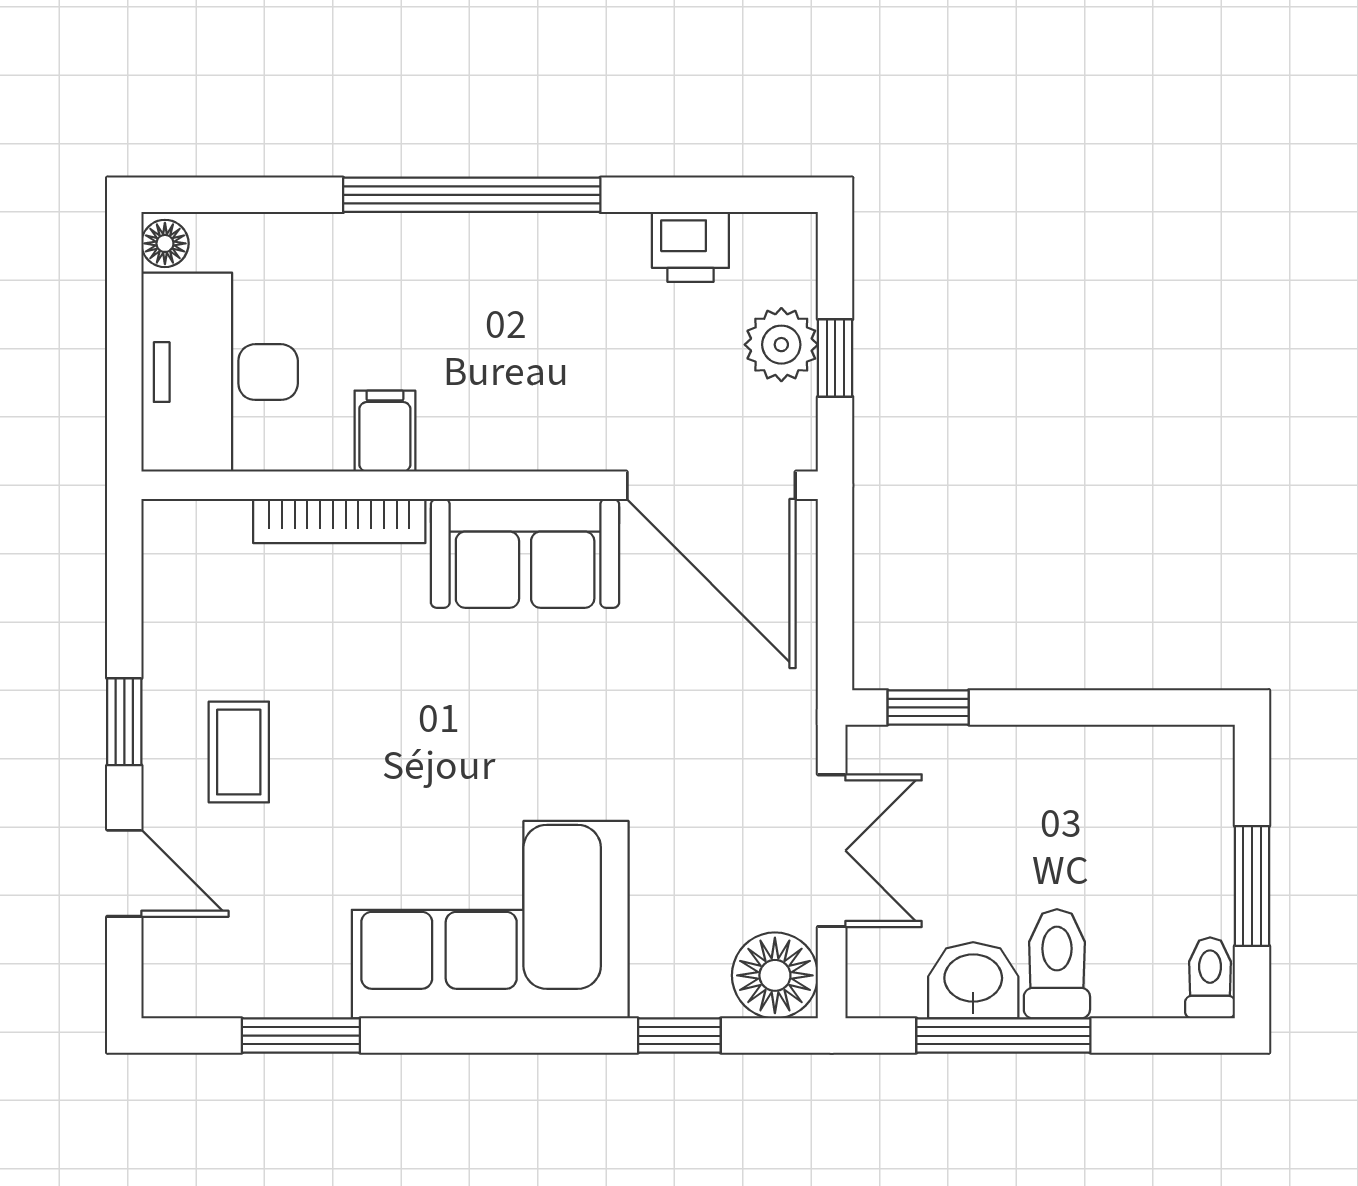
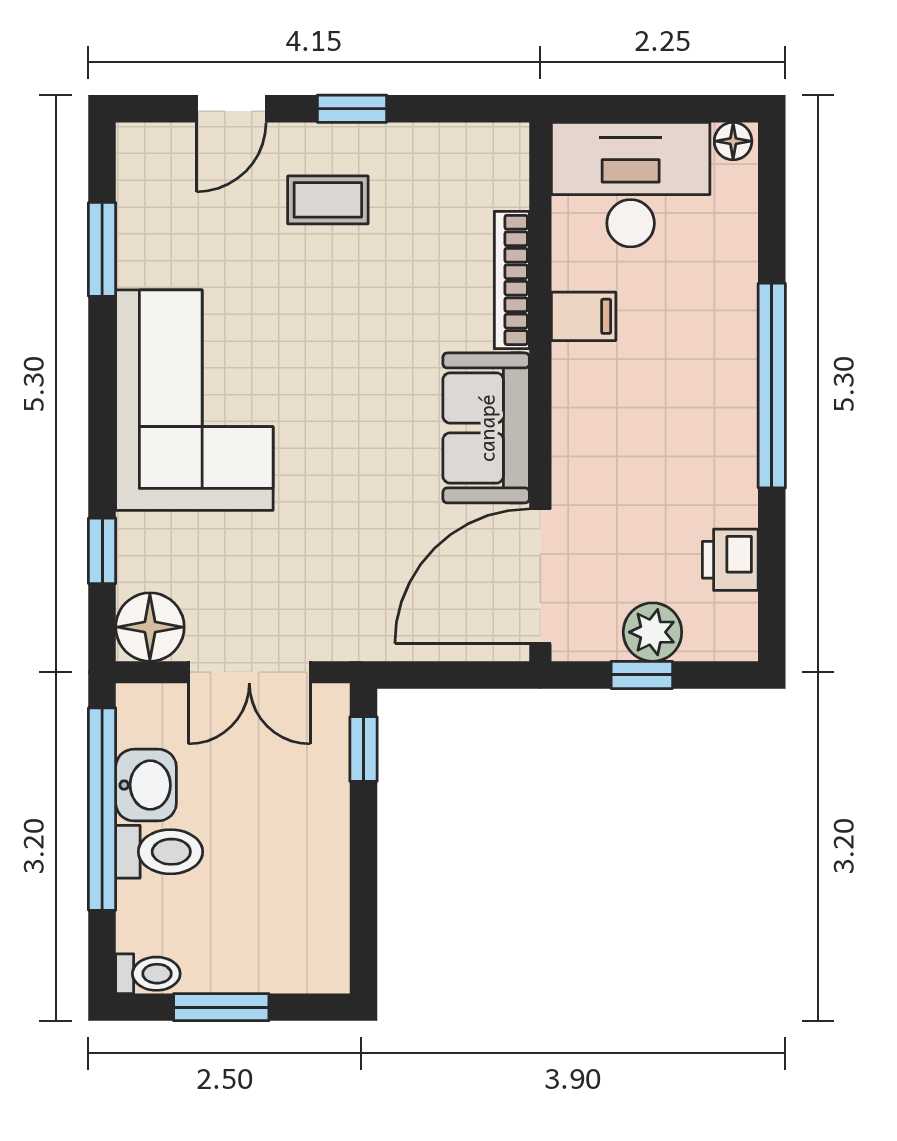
window: (1003, 1036) -> (102, 809), width x1.46

